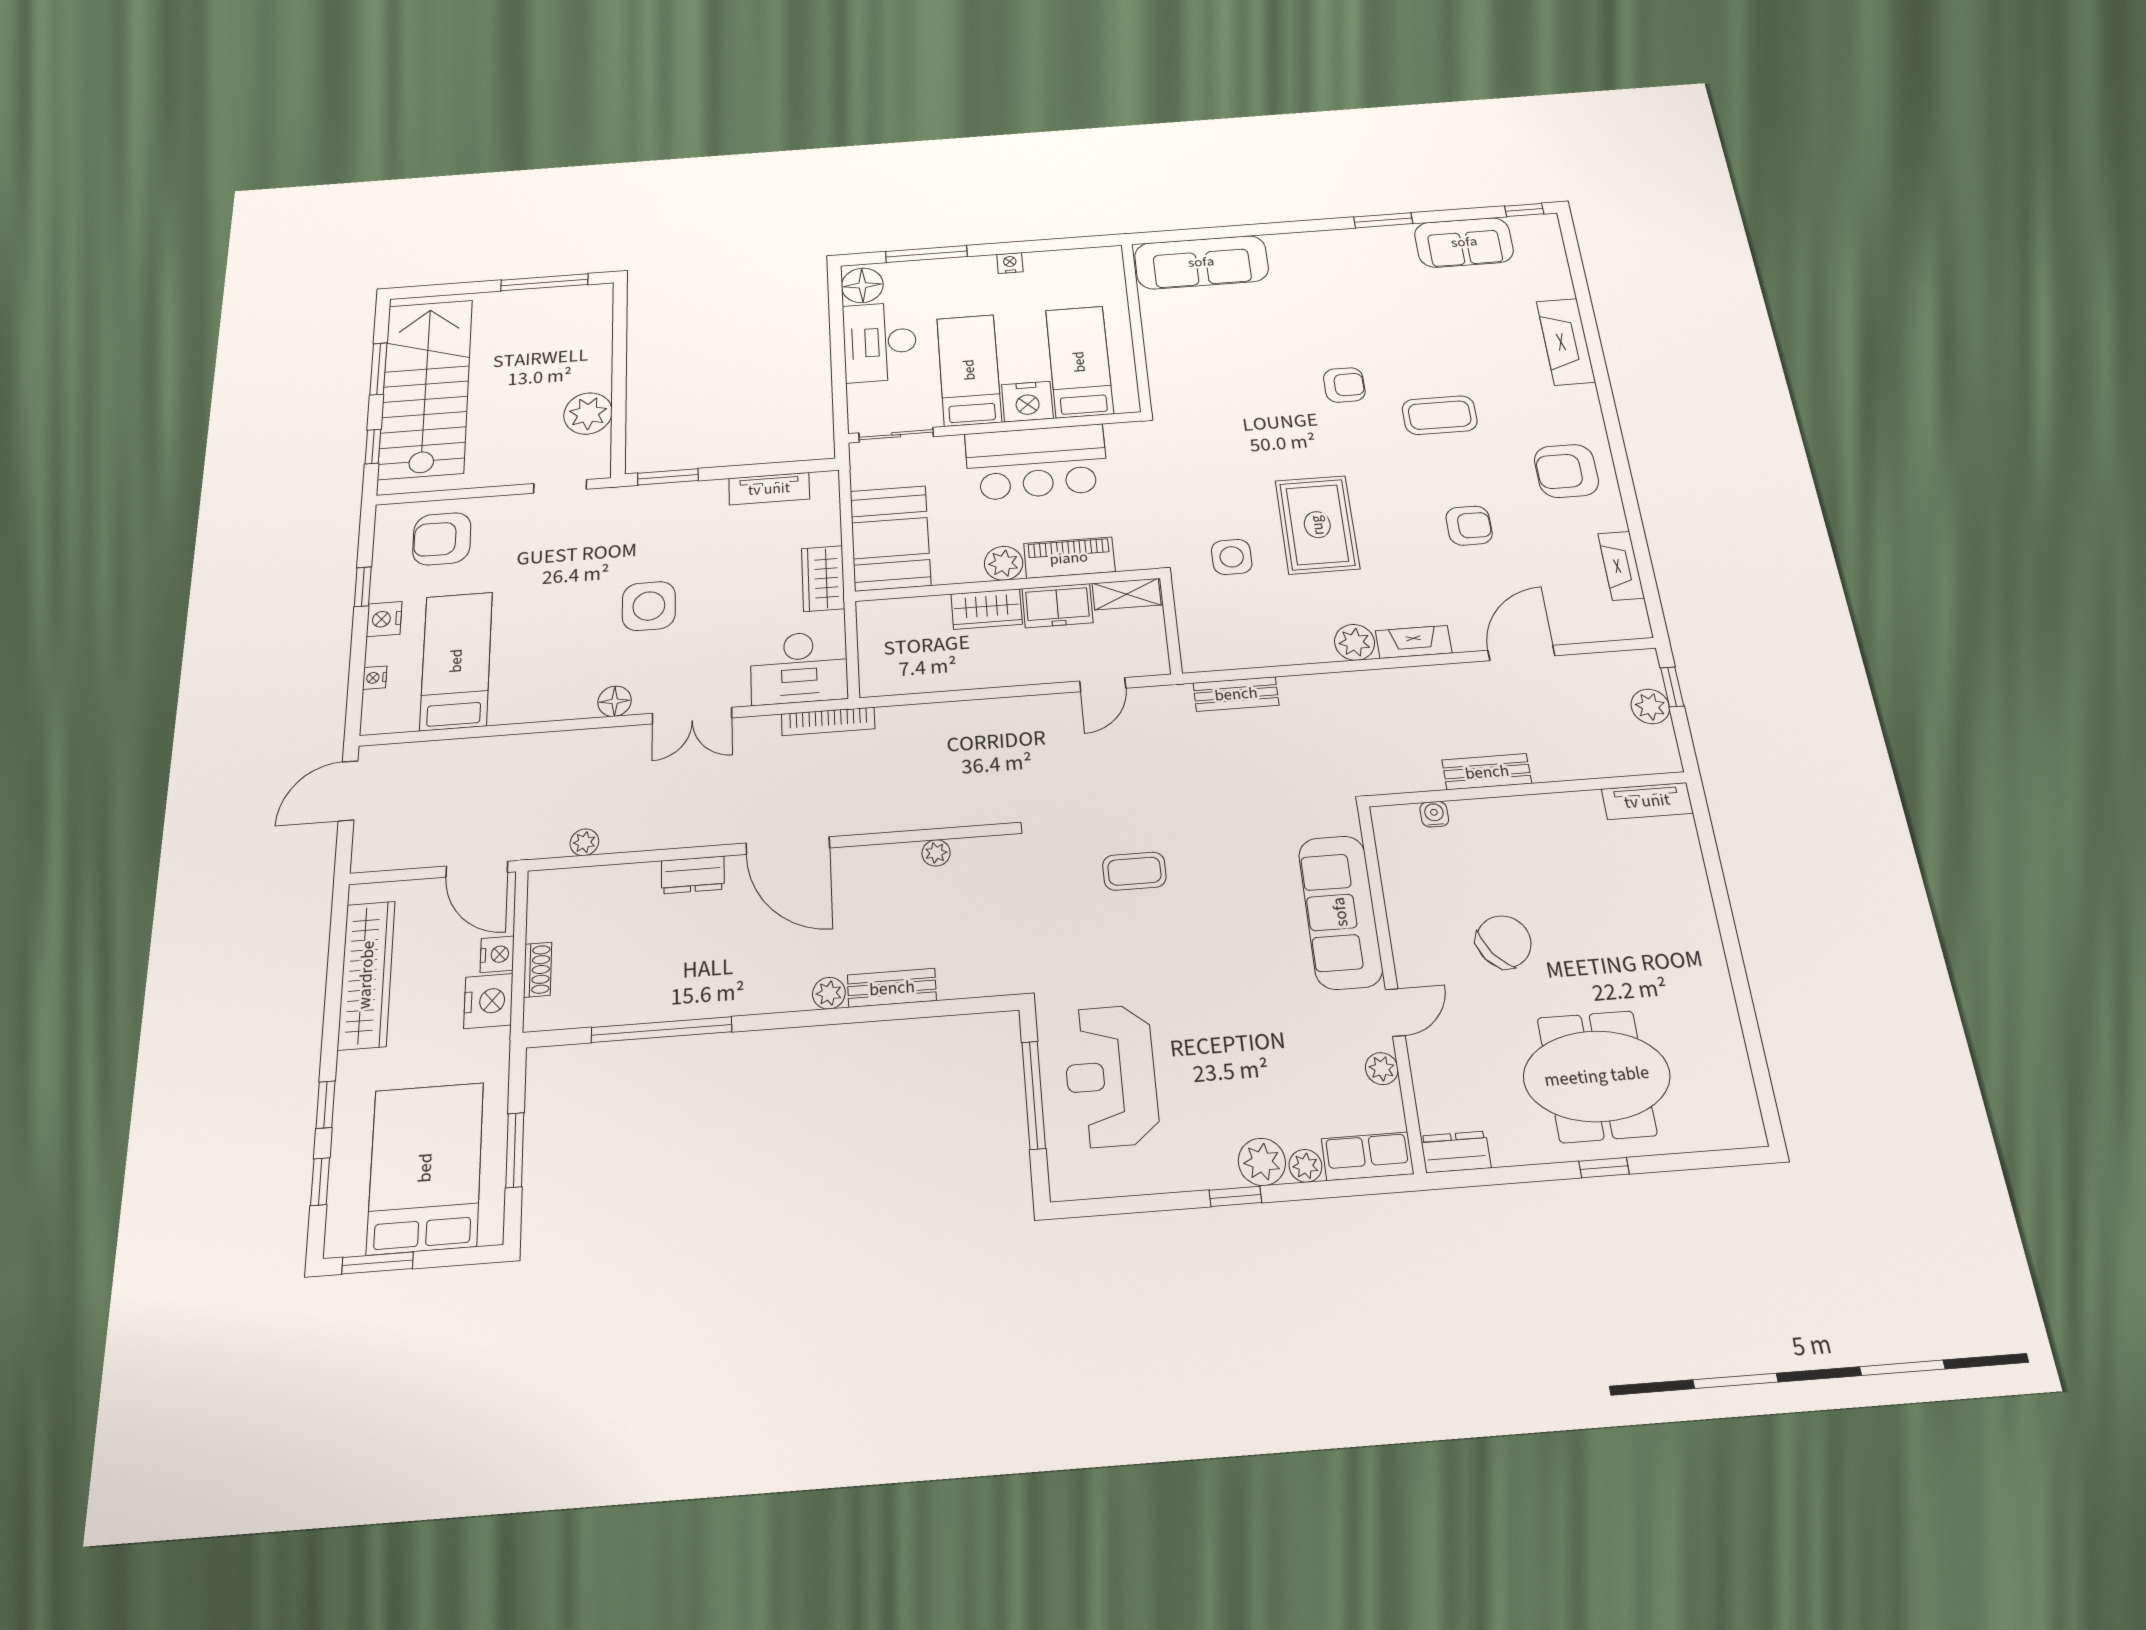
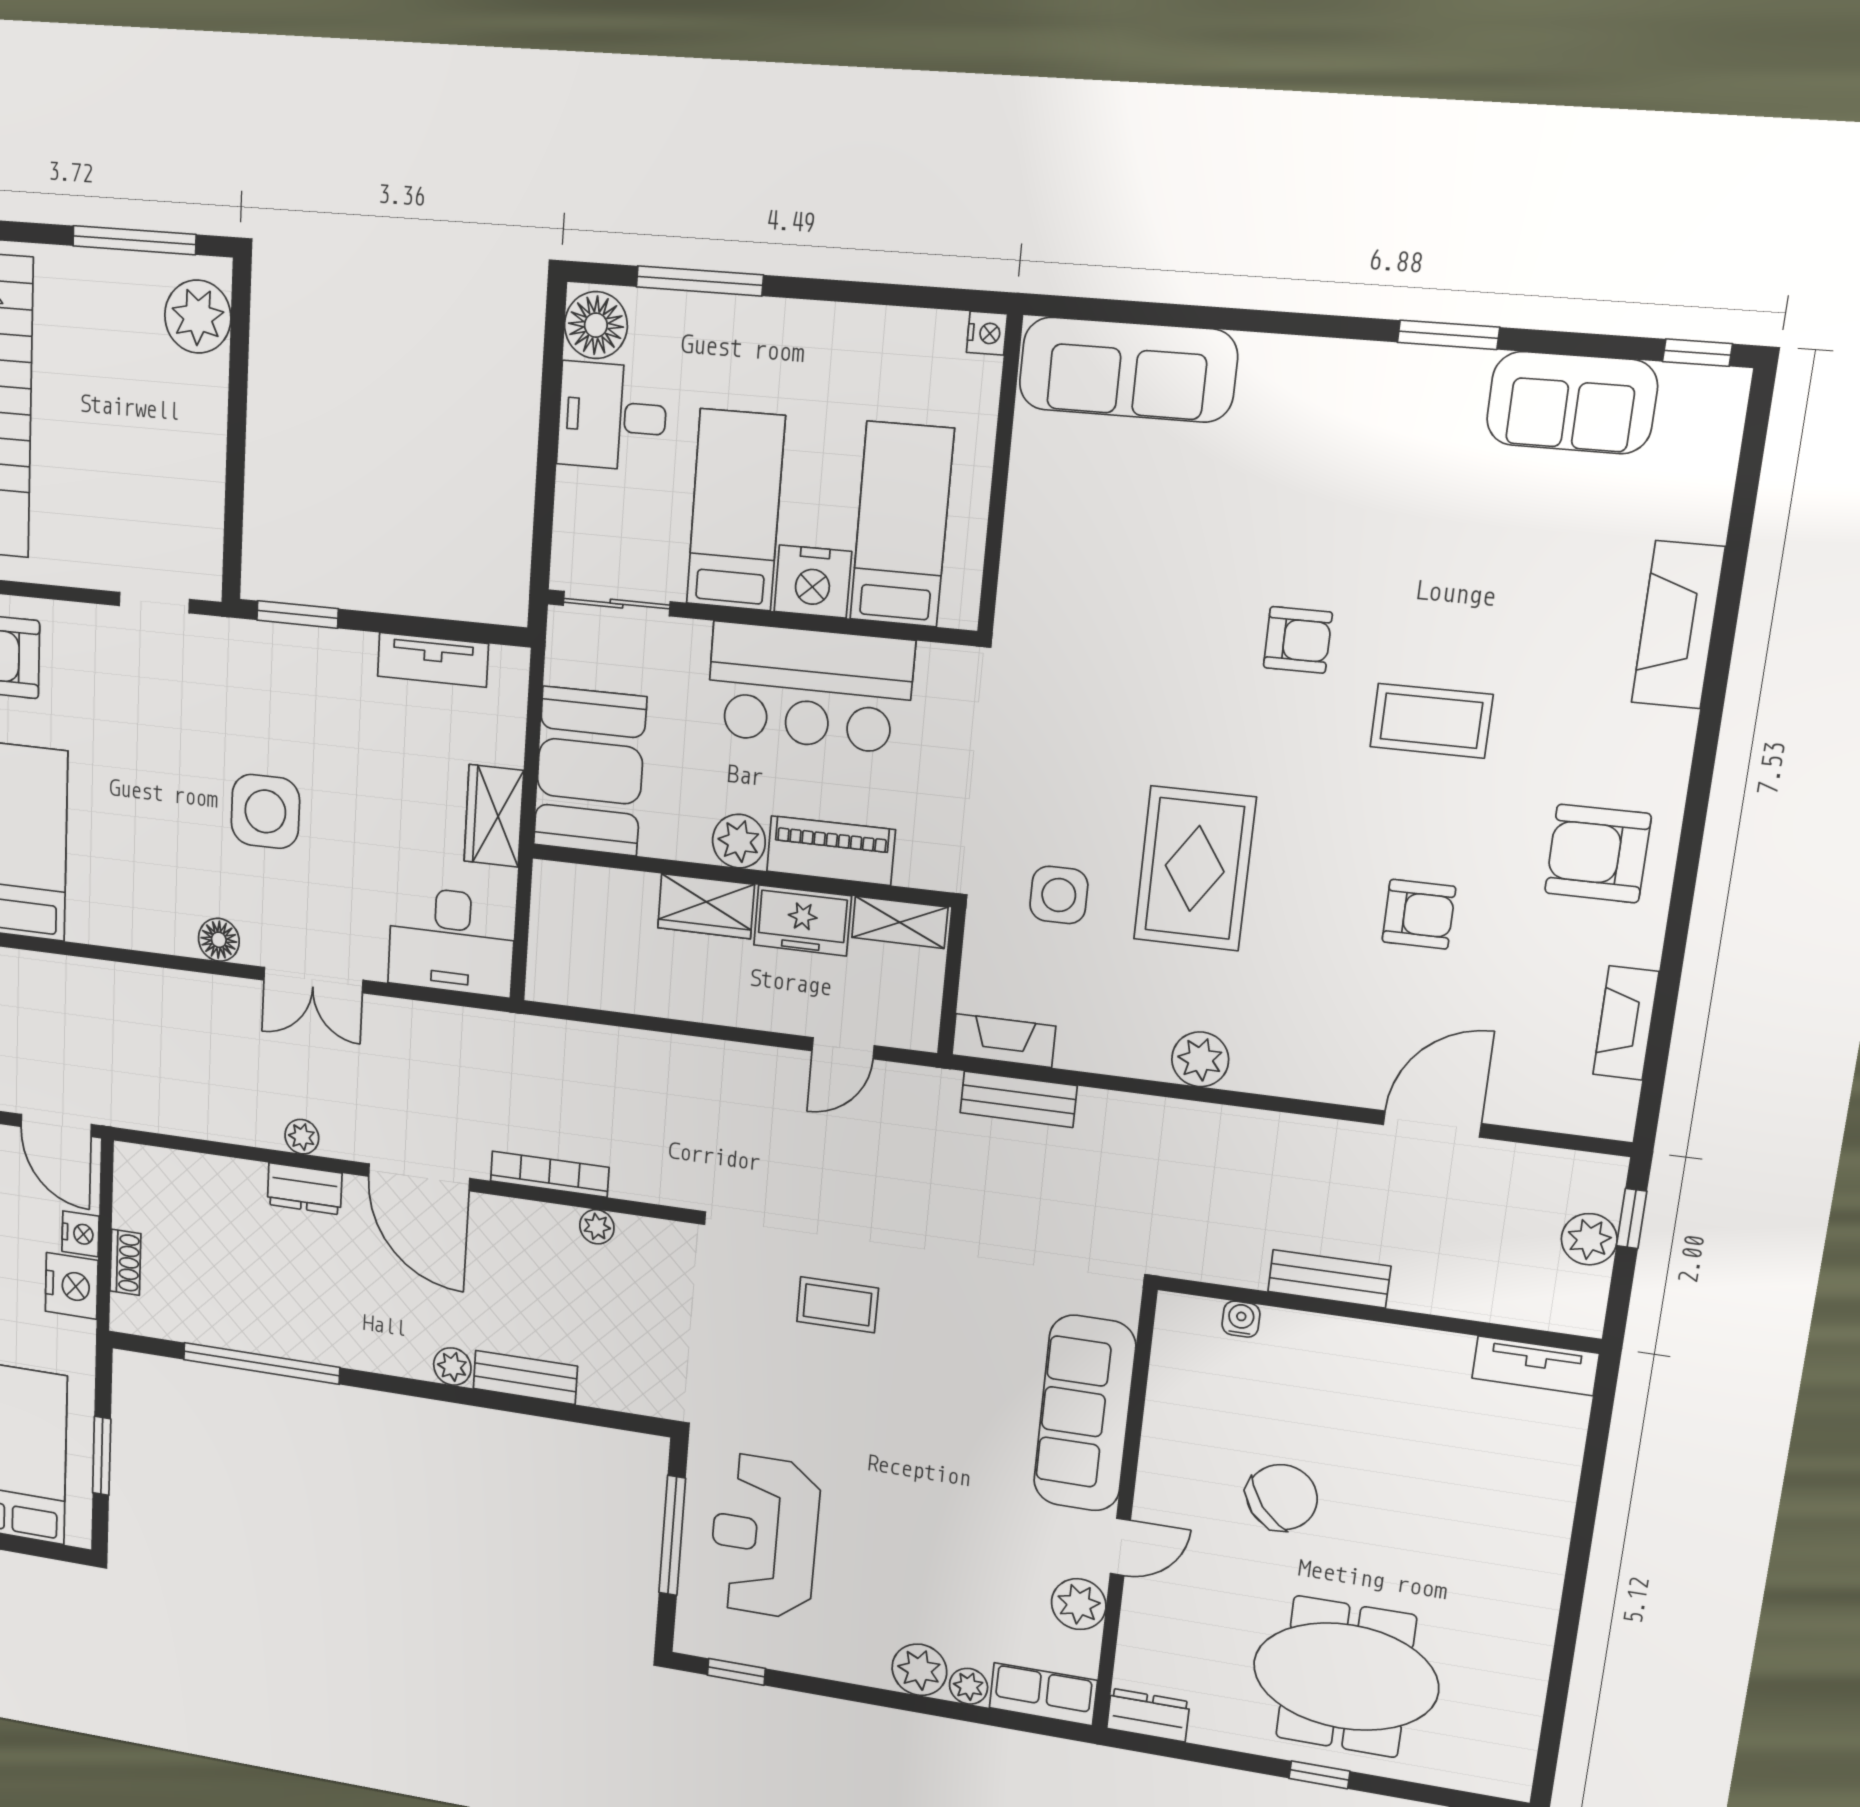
nightstand: (1010, 263) -> (987, 333), moved, turned 90
desk: (880, 342) -> (612, 416), width x0.73
plant: (588, 413) -> (198, 317), moved
fireplace: (1414, 642) -> (1004, 1041), moved
bookcase: (828, 721) -> (550, 1174), moved, turned 180
plant: (584, 842) -> (302, 1137), moved
plant: (1382, 1069) -> (1079, 1604), width x1.38, depth x1.38
window: (1235, 1196) -> (736, 1672), moved

